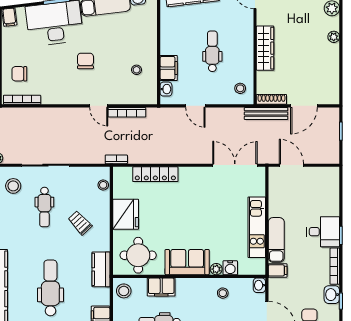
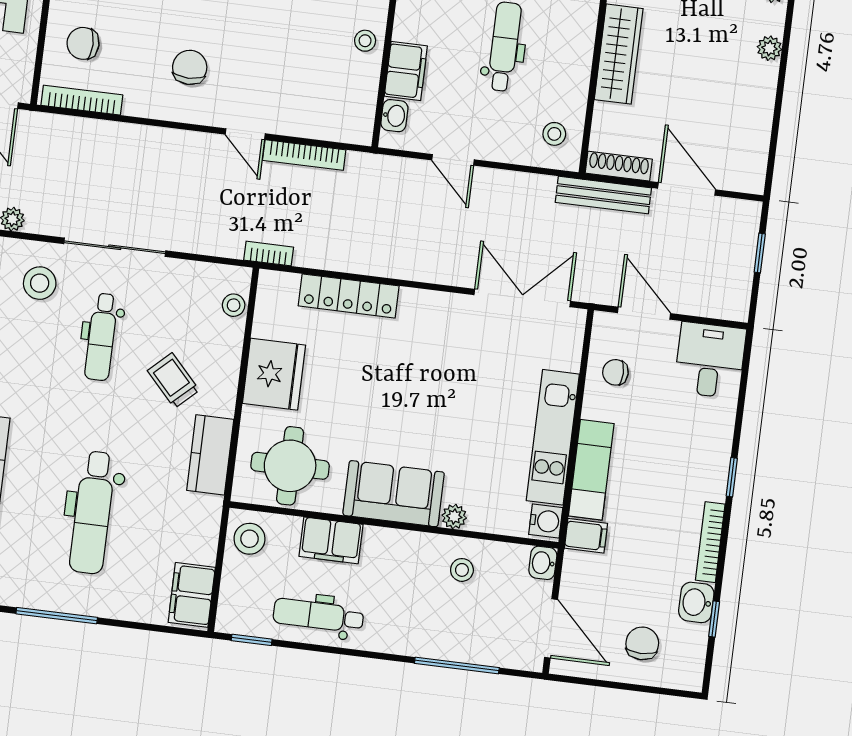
chair: (85, 61) -> (190, 67), moved
stool: (137, 70) -> (365, 41), moved
door: (304, 106) -> (687, 189), swing flipped
chair: (282, 194) -> (615, 372), added
desk: (323, 232) -> (710, 360), moved, turned -90
water cooler: (230, 268) -> (546, 521), moved, turned -90
kitchen counter: (101, 269) -> (210, 455), moved
dental chair: (50, 288) -> (92, 512), turned 180

